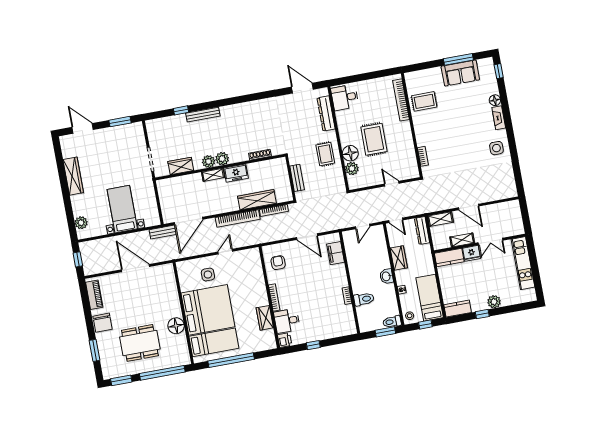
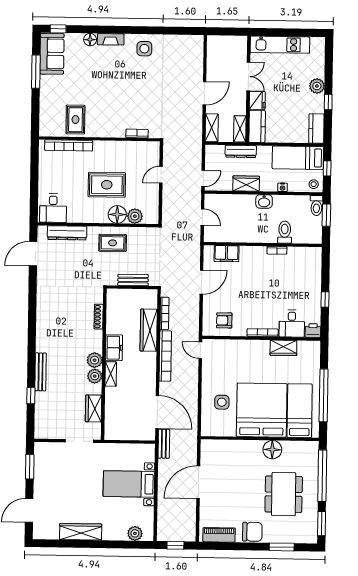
sofa: (460, 73) -> (52, 54), moved
dresser: (422, 231) -> (241, 151), moved
shelving: (462, 240) -> (240, 129), moved
door: (225, 252) -> (200, 350), moved

